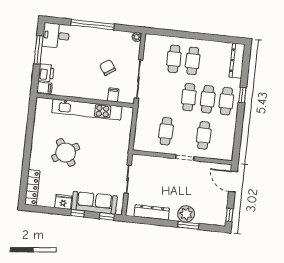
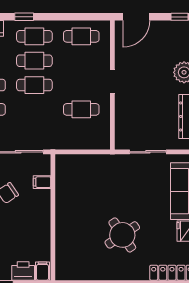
kitchen unit: (87, 109) -> (64, 214), removed
cafe table: (204, 135) -> (81, 36), moved

